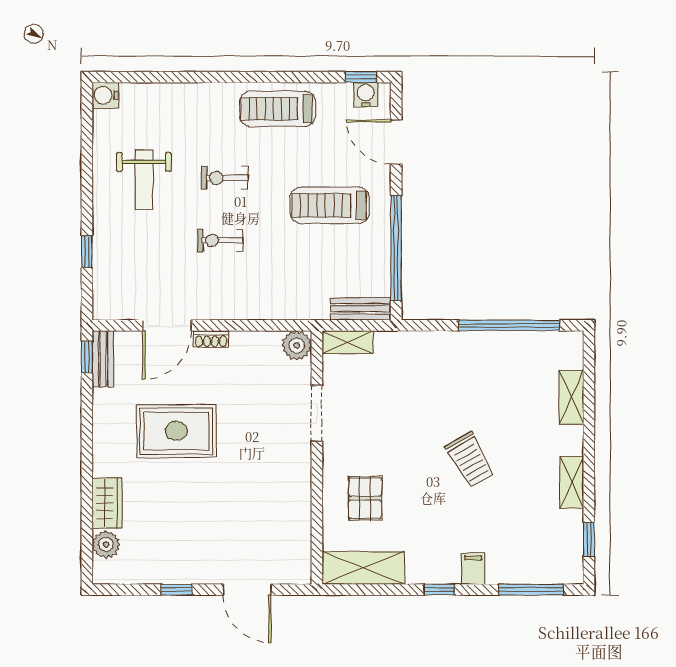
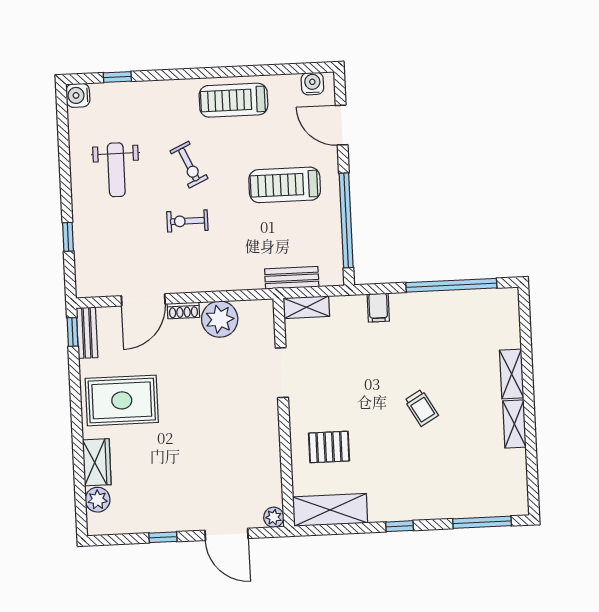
window: (361, 77) -> (117, 77), moved
exercise bike: (225, 178) -> (189, 165), turned -115
bench: (360, 309) -> (292, 278), moved
plant: (297, 345) -> (220, 319), moved, width x1.36, depth x1.36
shelving: (571, 397) -> (512, 374), moved
rug: (176, 431) -> (122, 400), moved
trolley: (470, 460) -> (421, 408), width x0.73, depth x0.72
pallet: (365, 498) -> (329, 447), turned 90
window: (589, 539) -> (532, 474), removed
filing cabinet: (473, 569) -> (378, 308), moved, turned 180
plant: (300, 573) -> (274, 517), added

